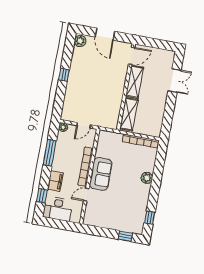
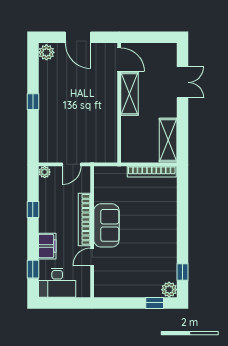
door: (132, 56) -> (119, 60), hinge flipped
shelving: (129, 114) -> (168, 140), moved
window: (50, 153) -> (33, 209), width x0.46
plant: (147, 178) -> (169, 290), moved

